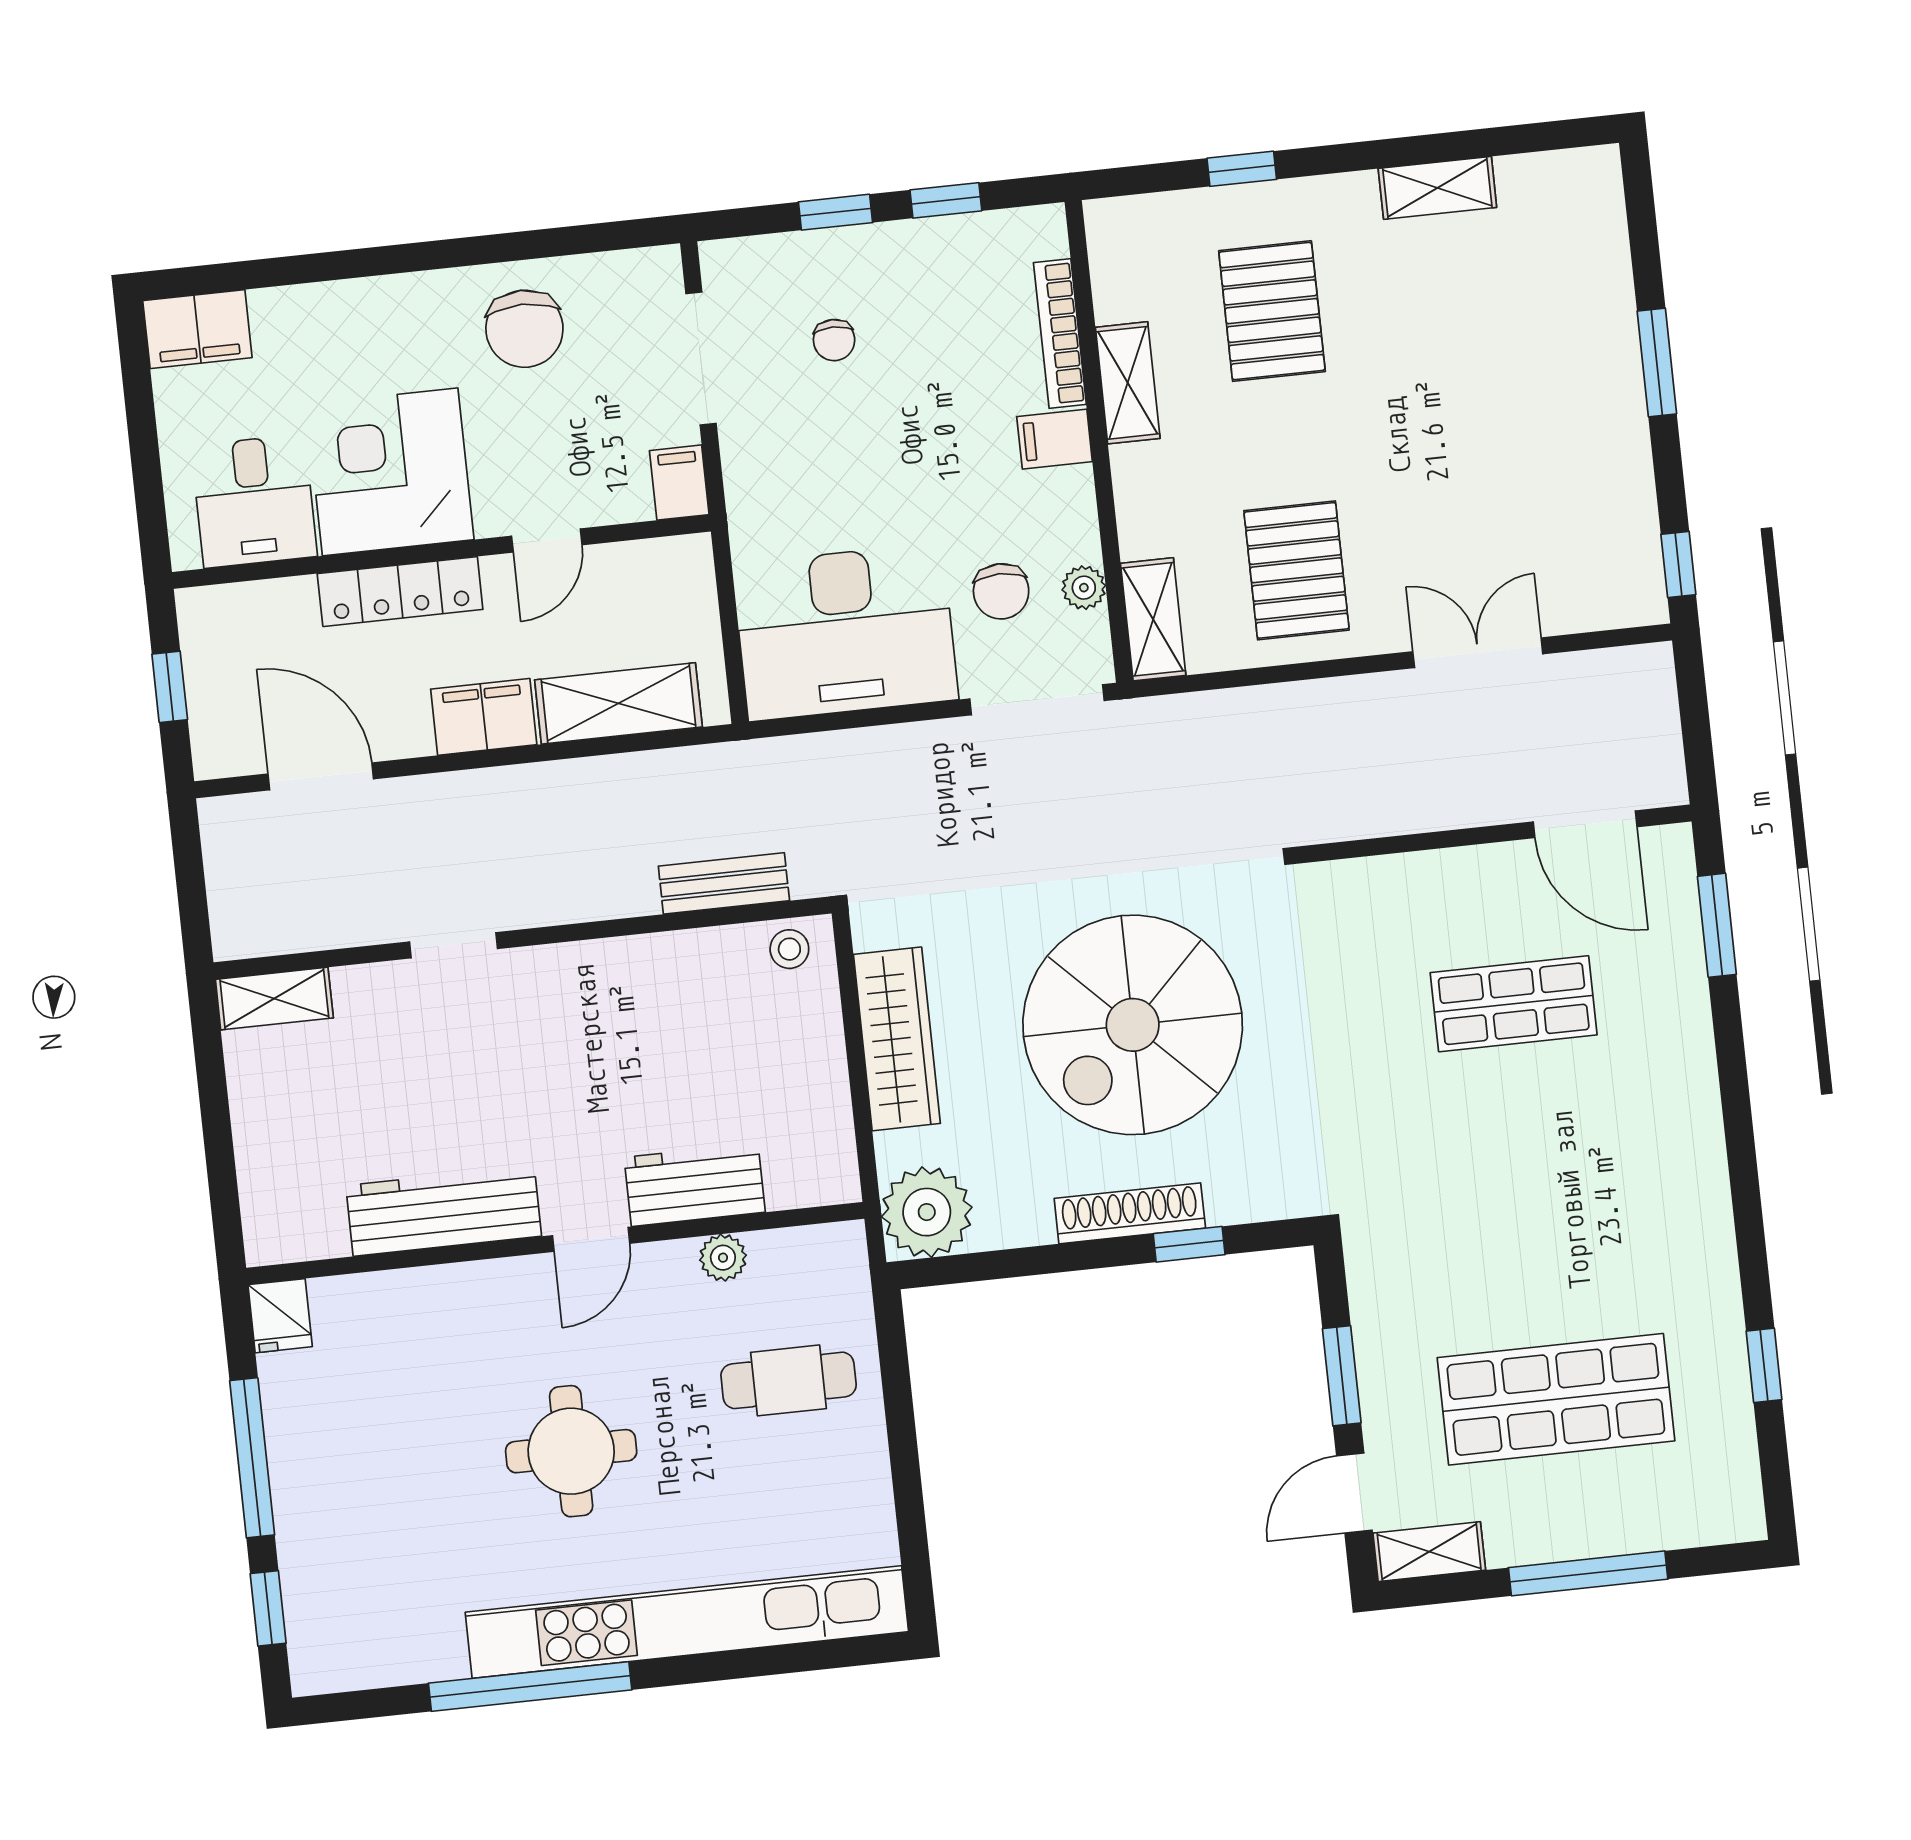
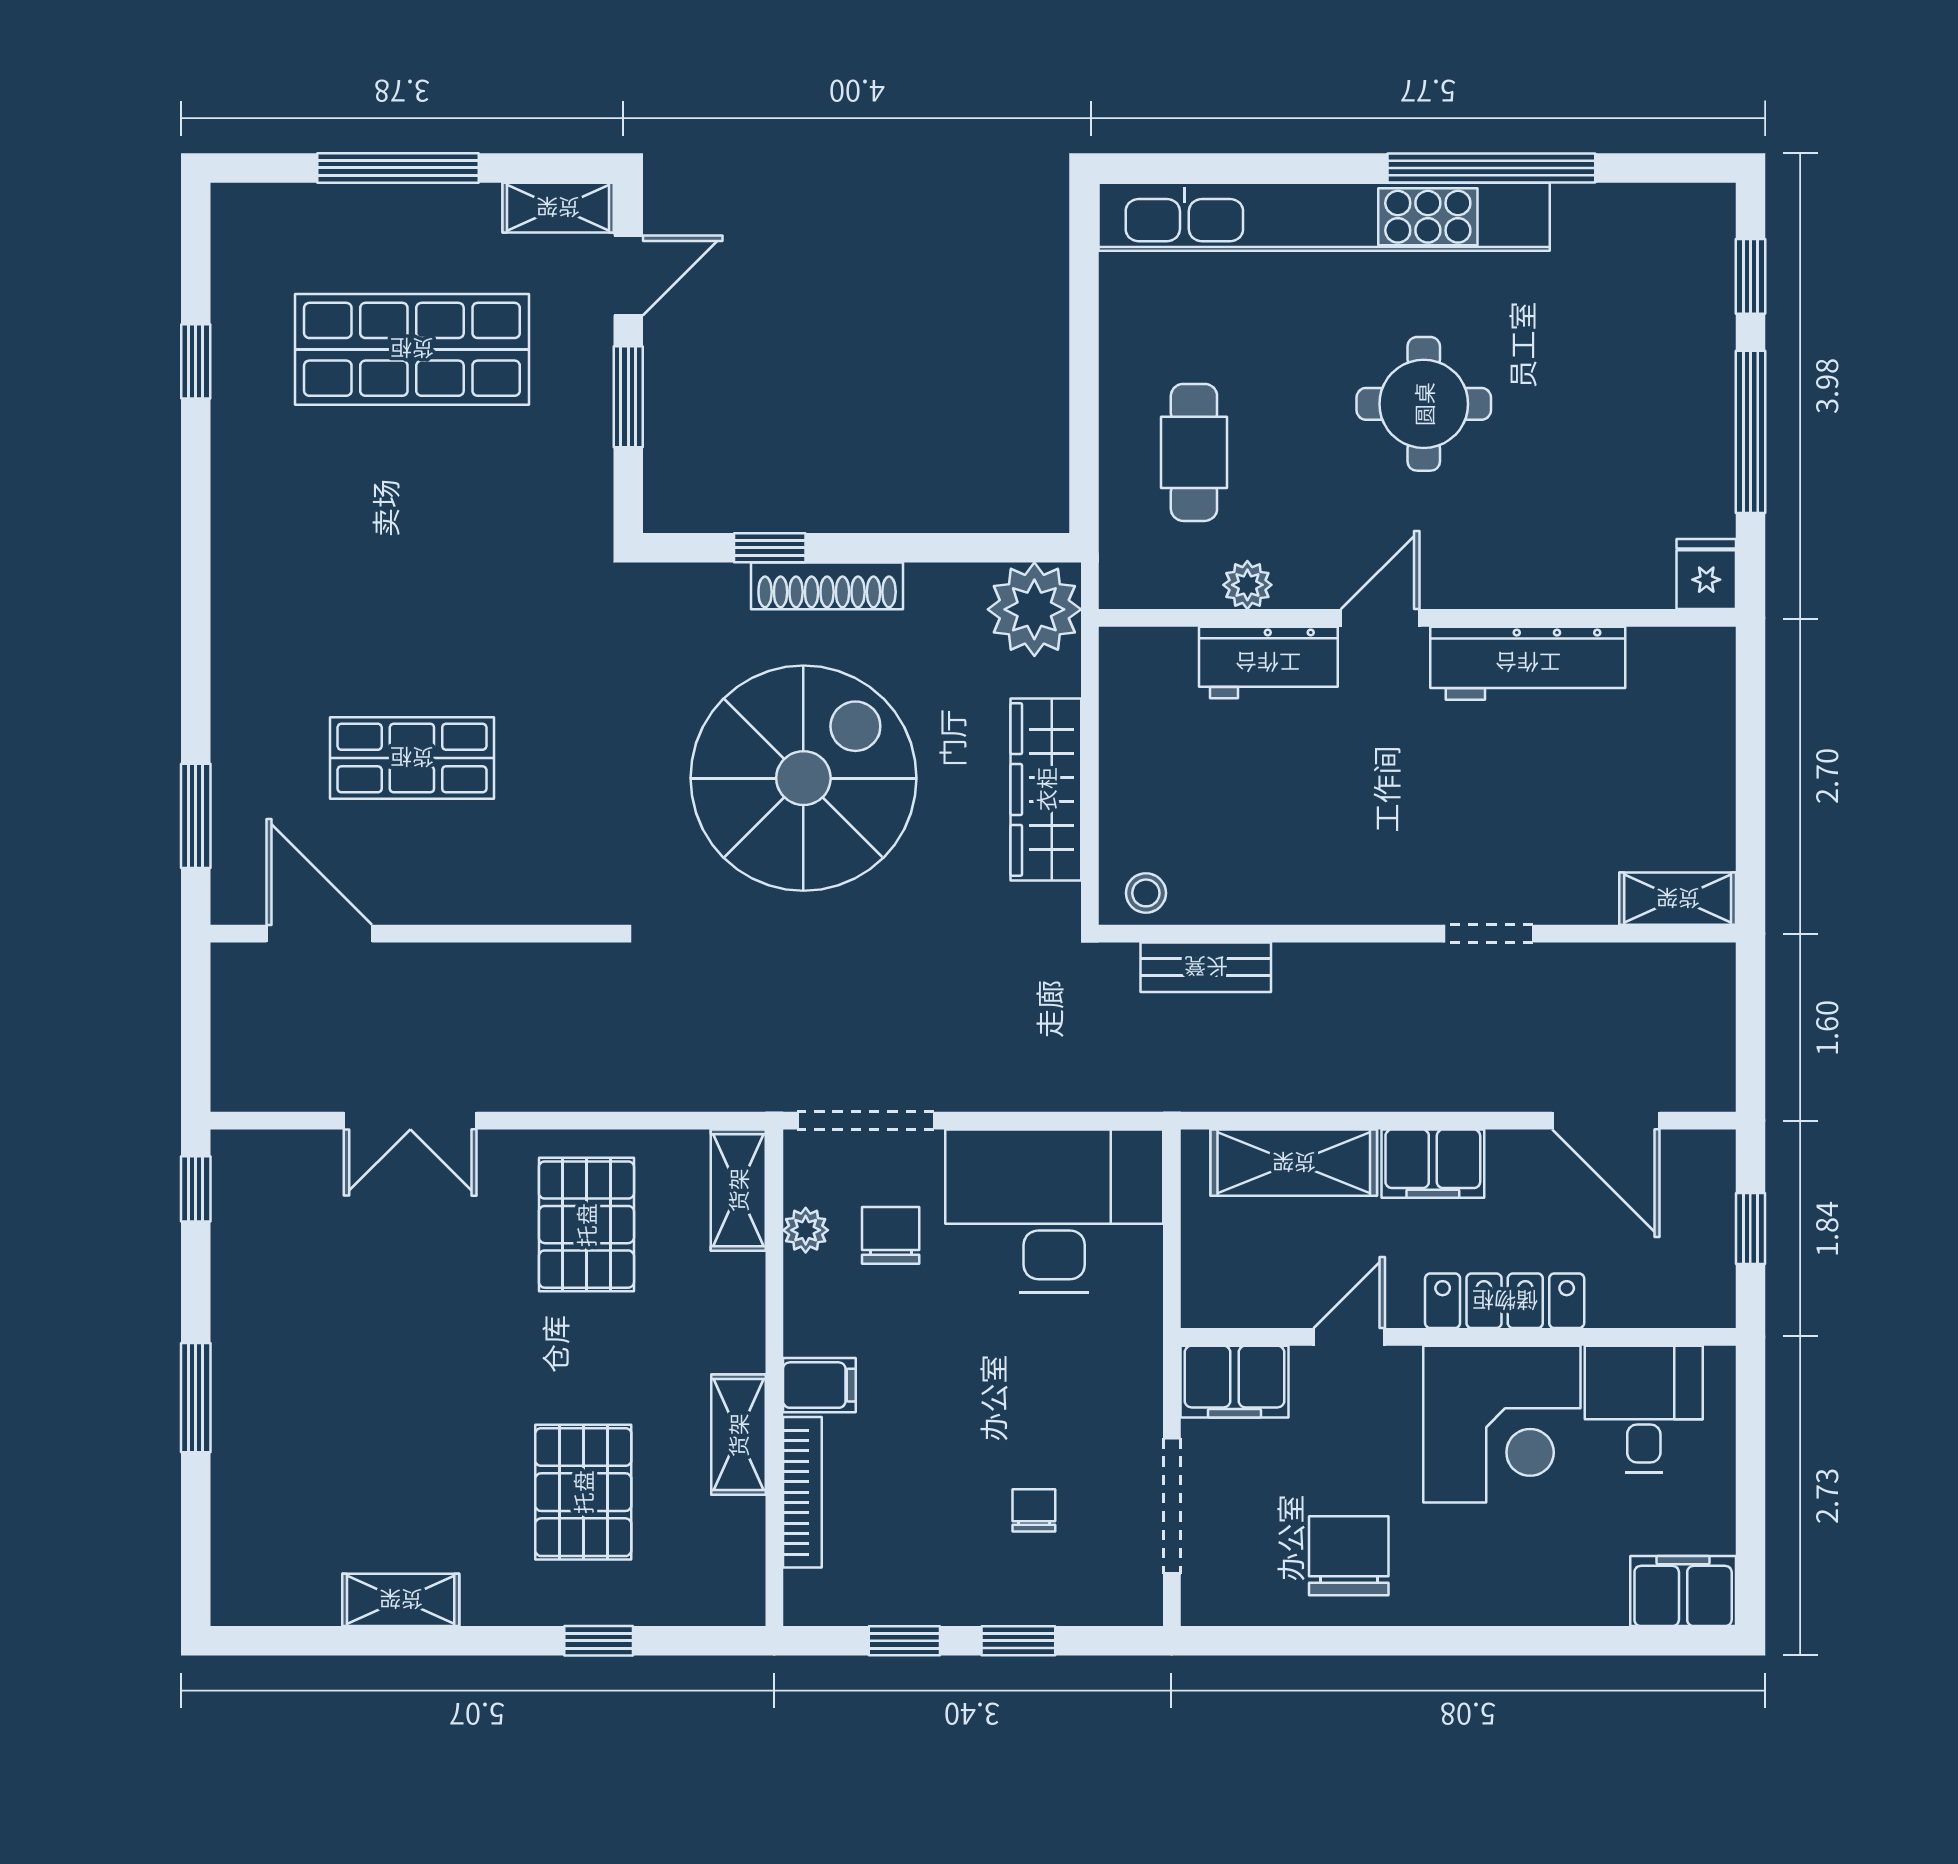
filing cabinet: (679, 483) -> (1234, 1382), width x2.00
cafe table: (789, 1380) -> (1194, 452), turned 90

